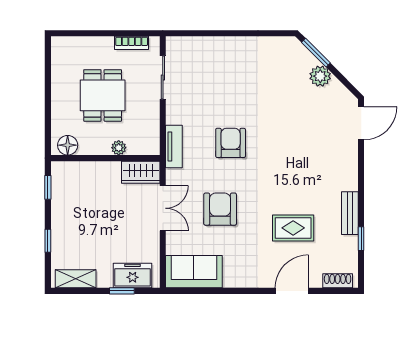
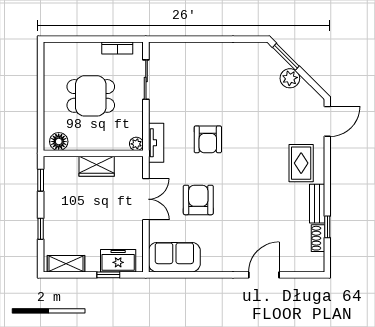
dining table: (103, 95) -> (91, 96), turned 90
armchair: (231, 143) -> (208, 139), turned 180
plant: (119, 148) -> (136, 144), moved
wardrobe: (141, 172) -> (97, 166), moved
rug: (293, 228) -> (301, 163), moved, turned 90
shoe rack: (338, 281) -> (318, 238), moved, turned -90

